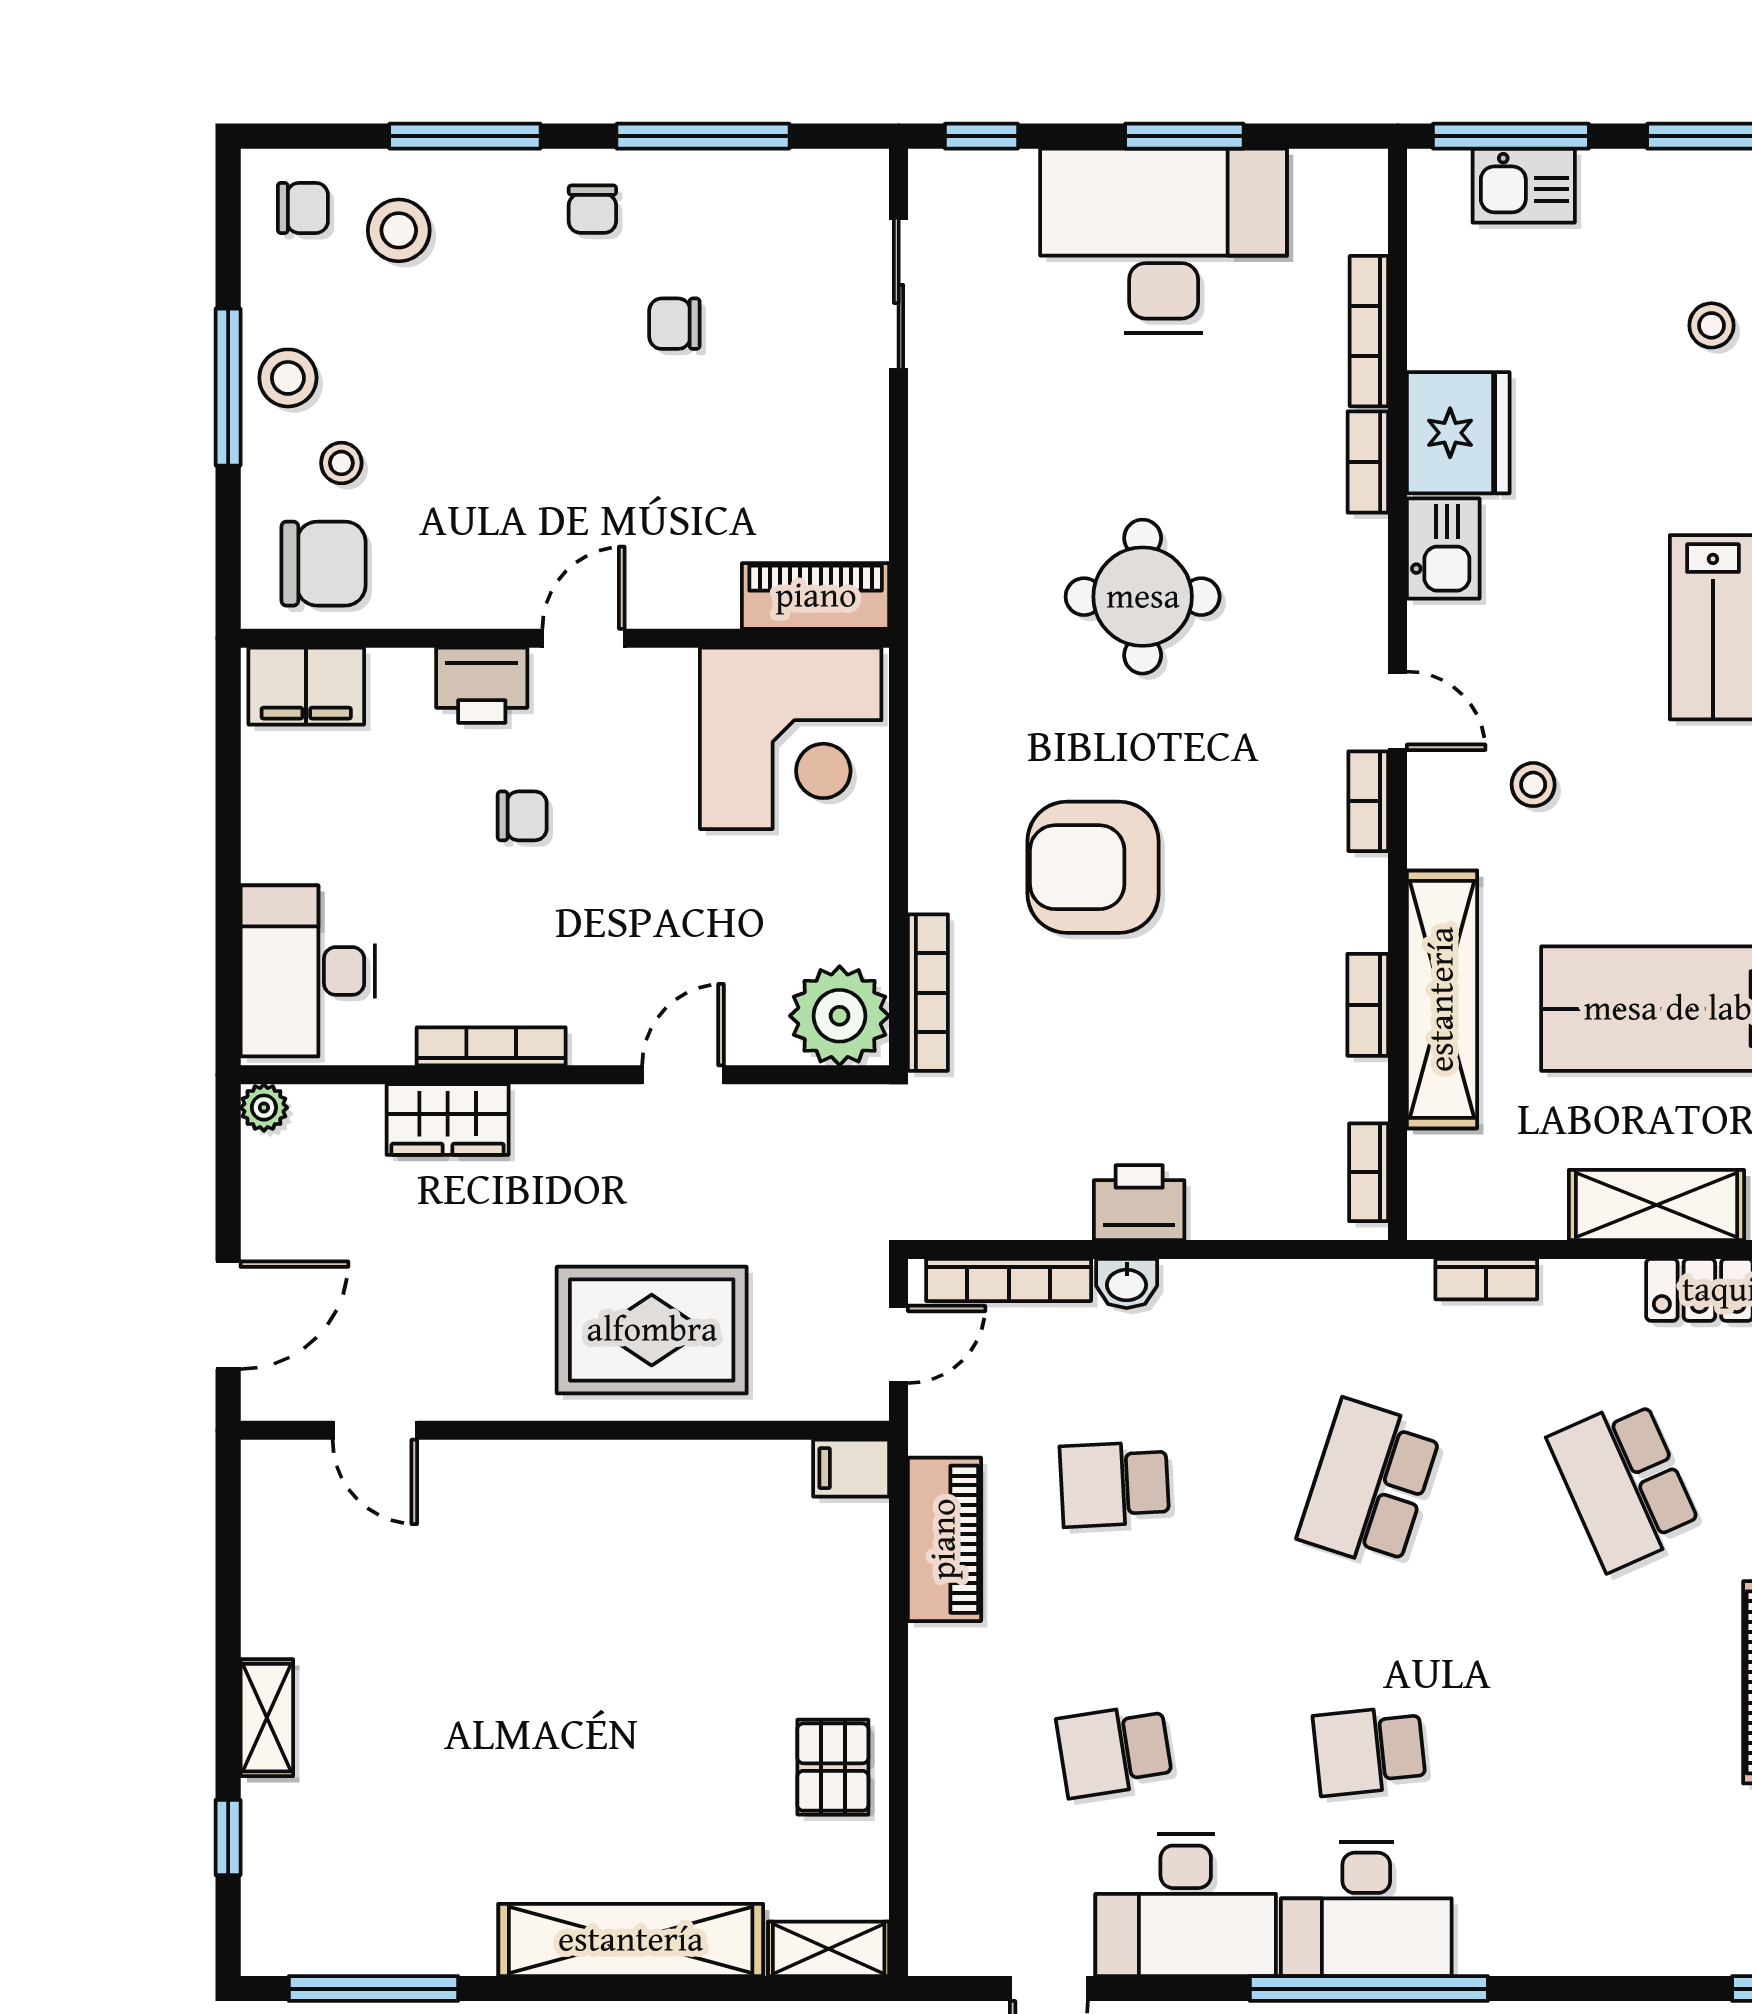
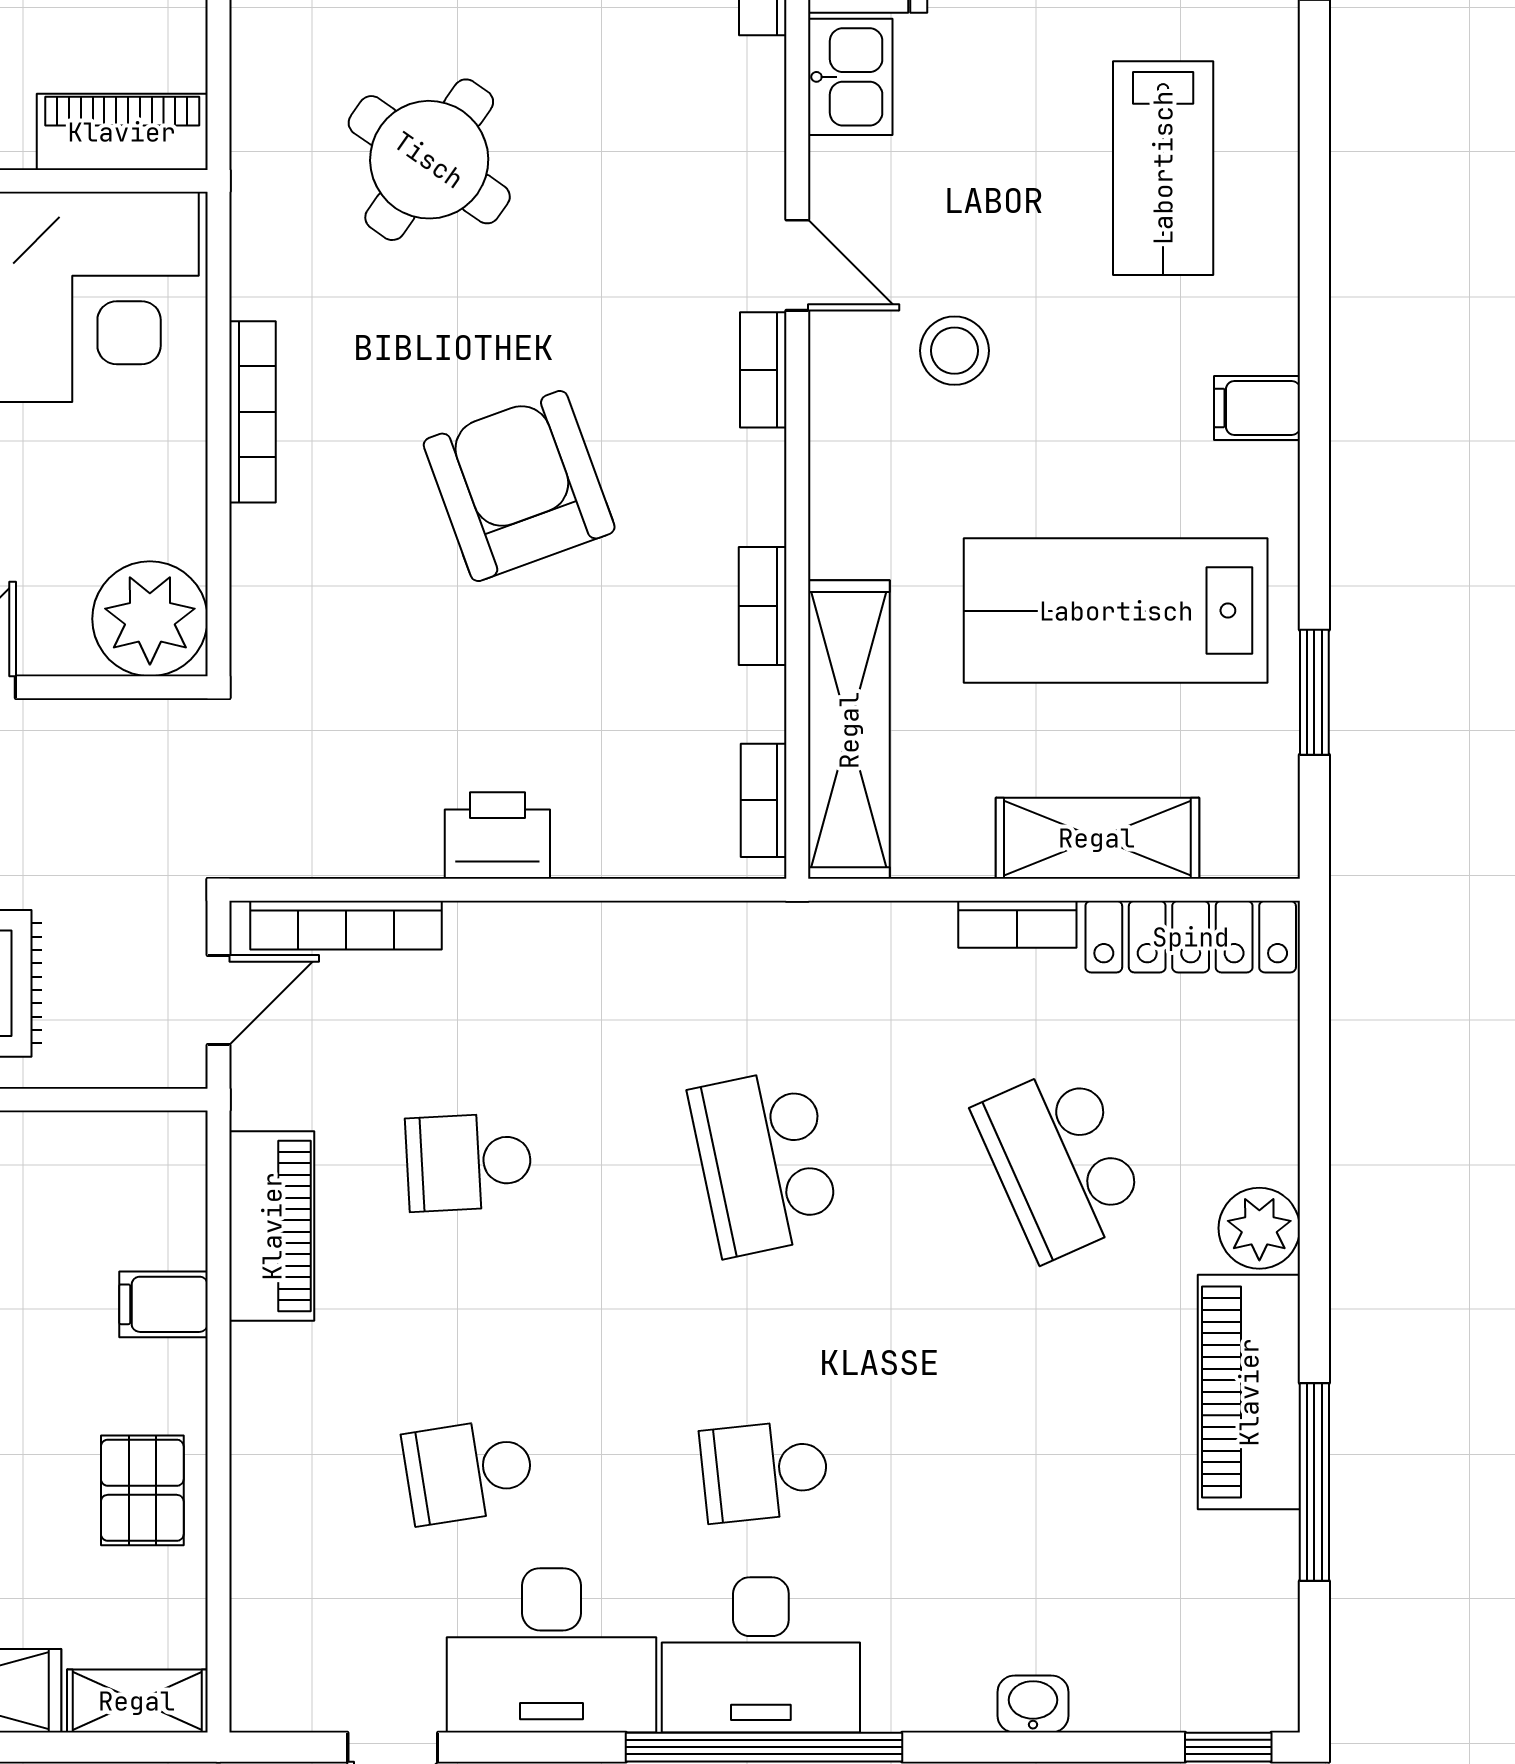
round table: (1143, 597) -> (429, 160), moved, turned 35
stool: (1533, 785) -> (954, 351), width x1.37, depth x1.37
armchair: (1093, 867) -> (519, 486), moved, turned 70
bookcase: (928, 993) -> (253, 412), moved
shelving: (1442, 999) -> (849, 730), moved
bookcase: (1486, 1279) -> (1017, 924), moved
washbasin: (1127, 1283) -> (1033, 1704), moved, turned 180
filing cabinet: (851, 1468) -> (164, 1304), moved
school desk: (1369, 1484) -> (765, 1162), turned -30

